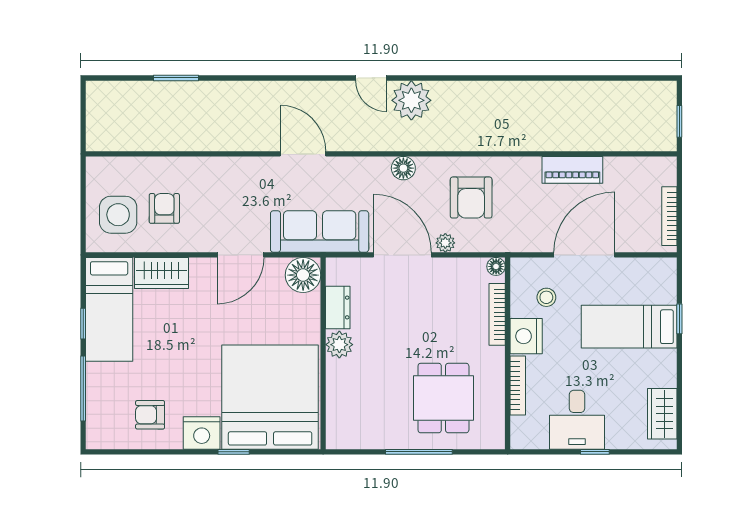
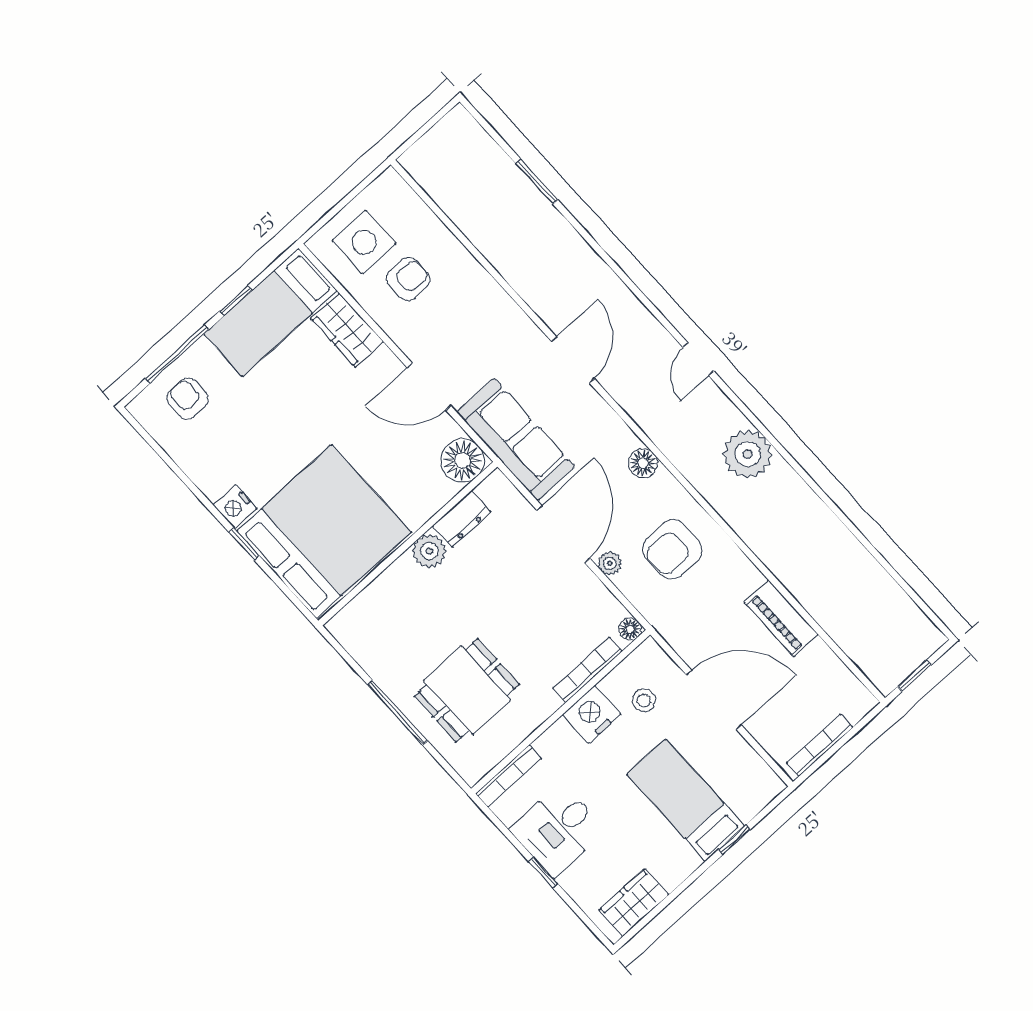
plant: (411, 100) -> (748, 454), moved
bookcase: (518, 385) -> (509, 776), moved
armchair: (150, 415) -> (188, 398), moved
nightstand: (202, 433) -> (235, 507), width x0.74, depth x0.75

